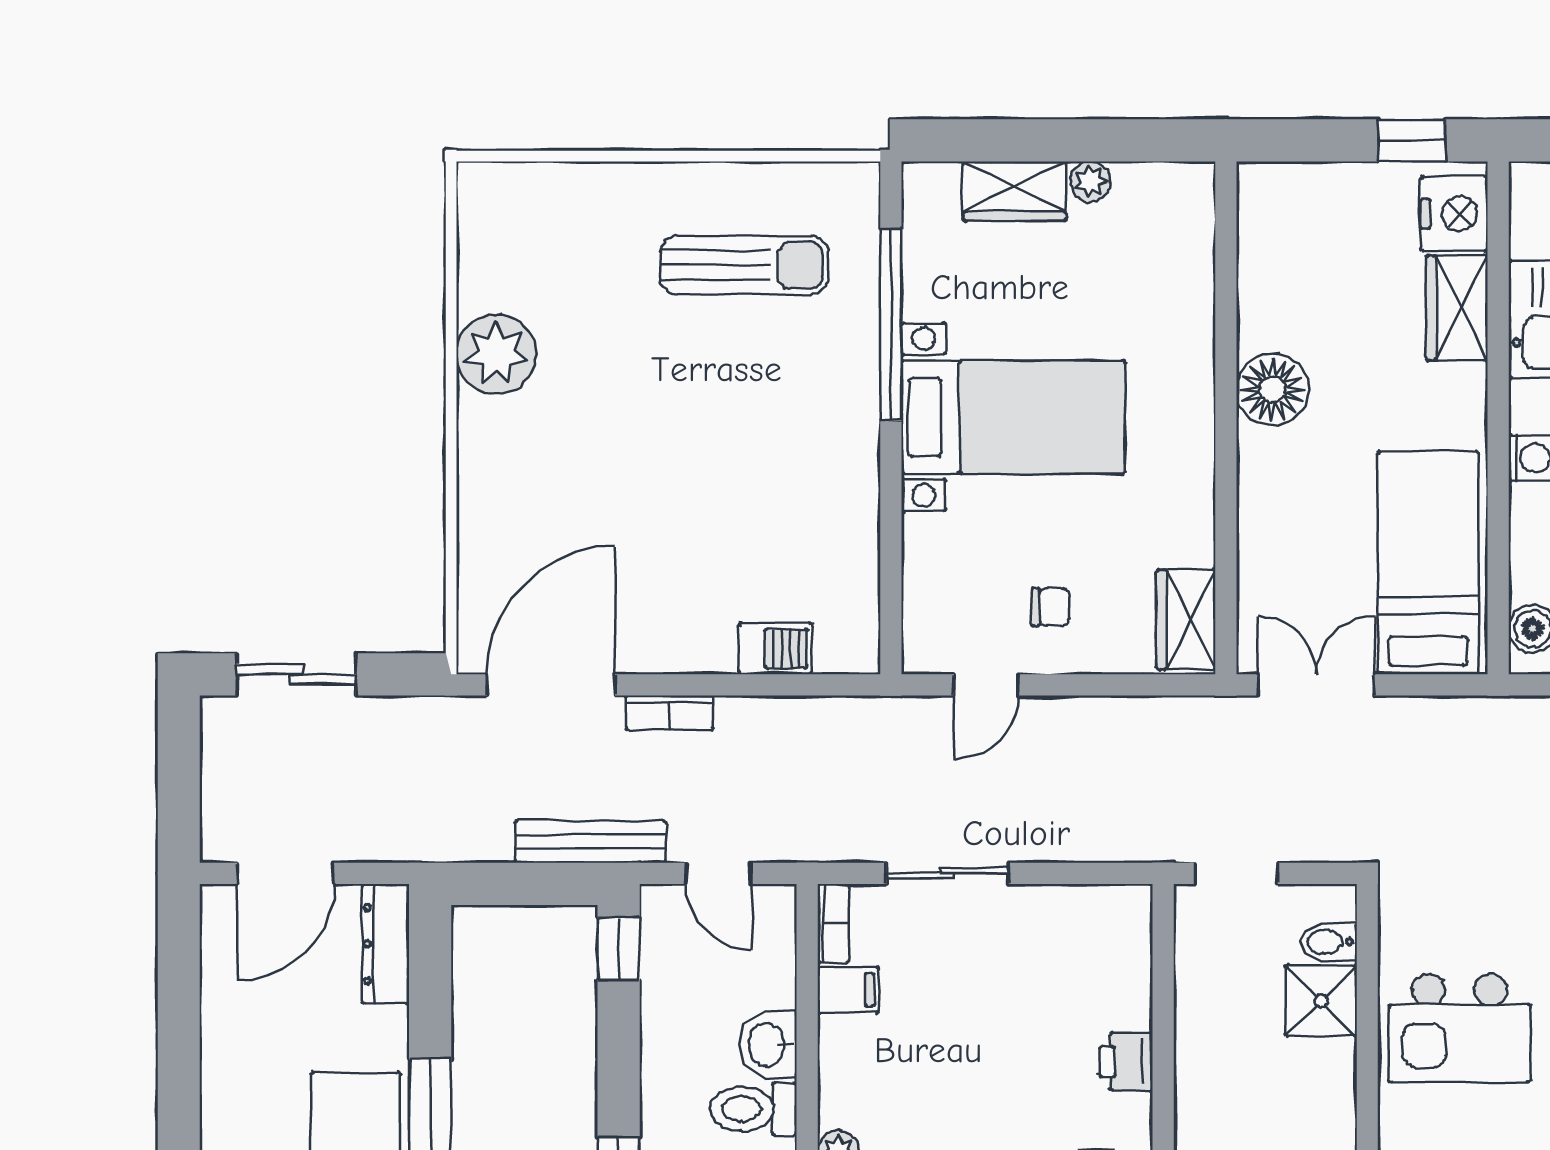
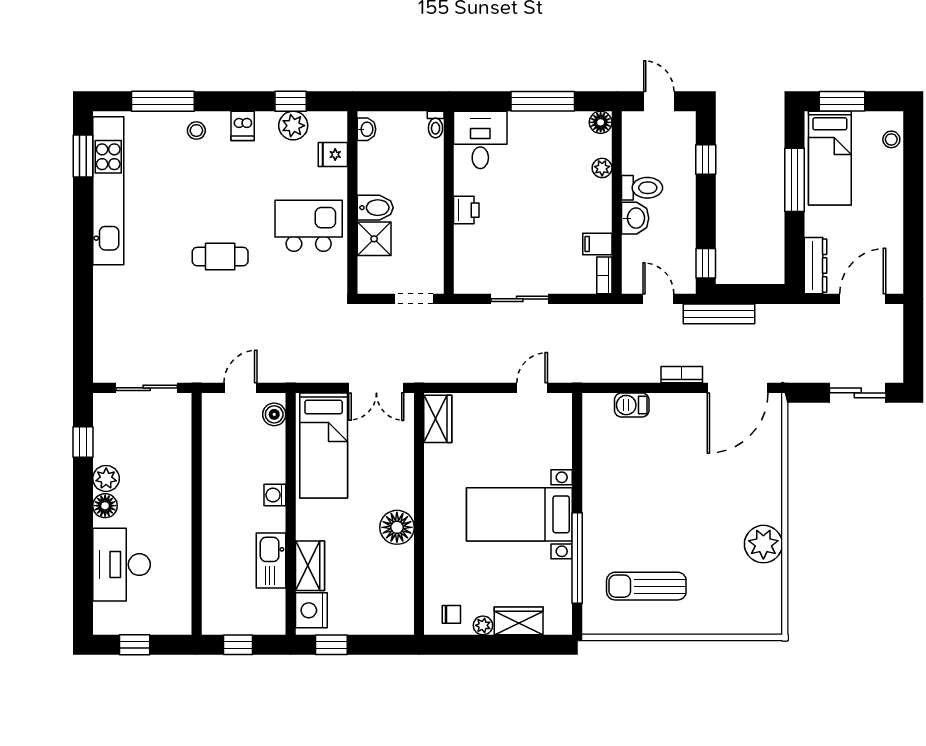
chair: (1051, 607) -> (451, 614), moved, turned 180
sliding door: (947, 873) -> (520, 299), moved
bidet: (1329, 942) -> (375, 208), moved, width x1.38, depth x1.36

